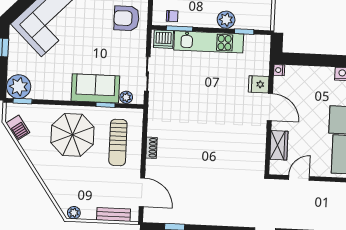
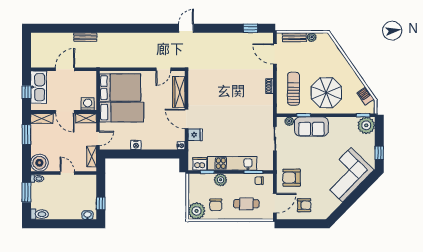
armchair: (126, 18) -> (292, 178), turned 180
dishwasher: (164, 39) -> (200, 164), moved
wardrobe: (279, 145) -> (179, 92), width x1.50
plant: (74, 213) -> (312, 37), moved

